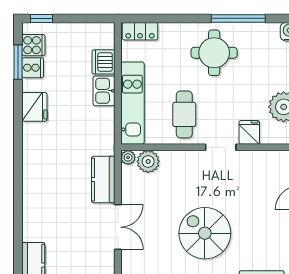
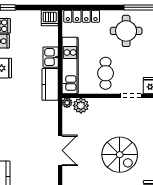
locker: (140, 31) -> (82, 16), width x1.53
dishwasher: (103, 62) -> (50, 18), moved, turned -90
kitchen counter: (103, 180) -> (50, 84), moved
spiral stairs: (205, 233) -> (120, 155), turned 180

